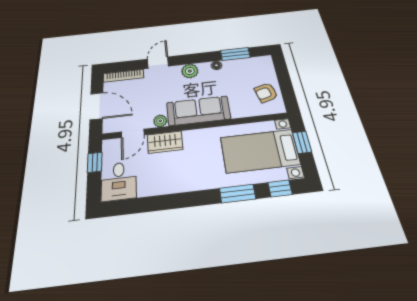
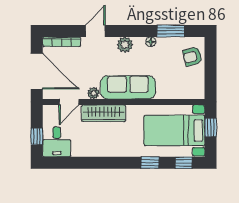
armchair: (266, 93) -> (193, 57), moved
door: (97, 106) -> (37, 71), width x1.36
wardrobe: (165, 142) -> (104, 113), width x1.50
window: (95, 162) -> (37, 136), moved
window: (238, 193) -> (150, 163), width x0.67

